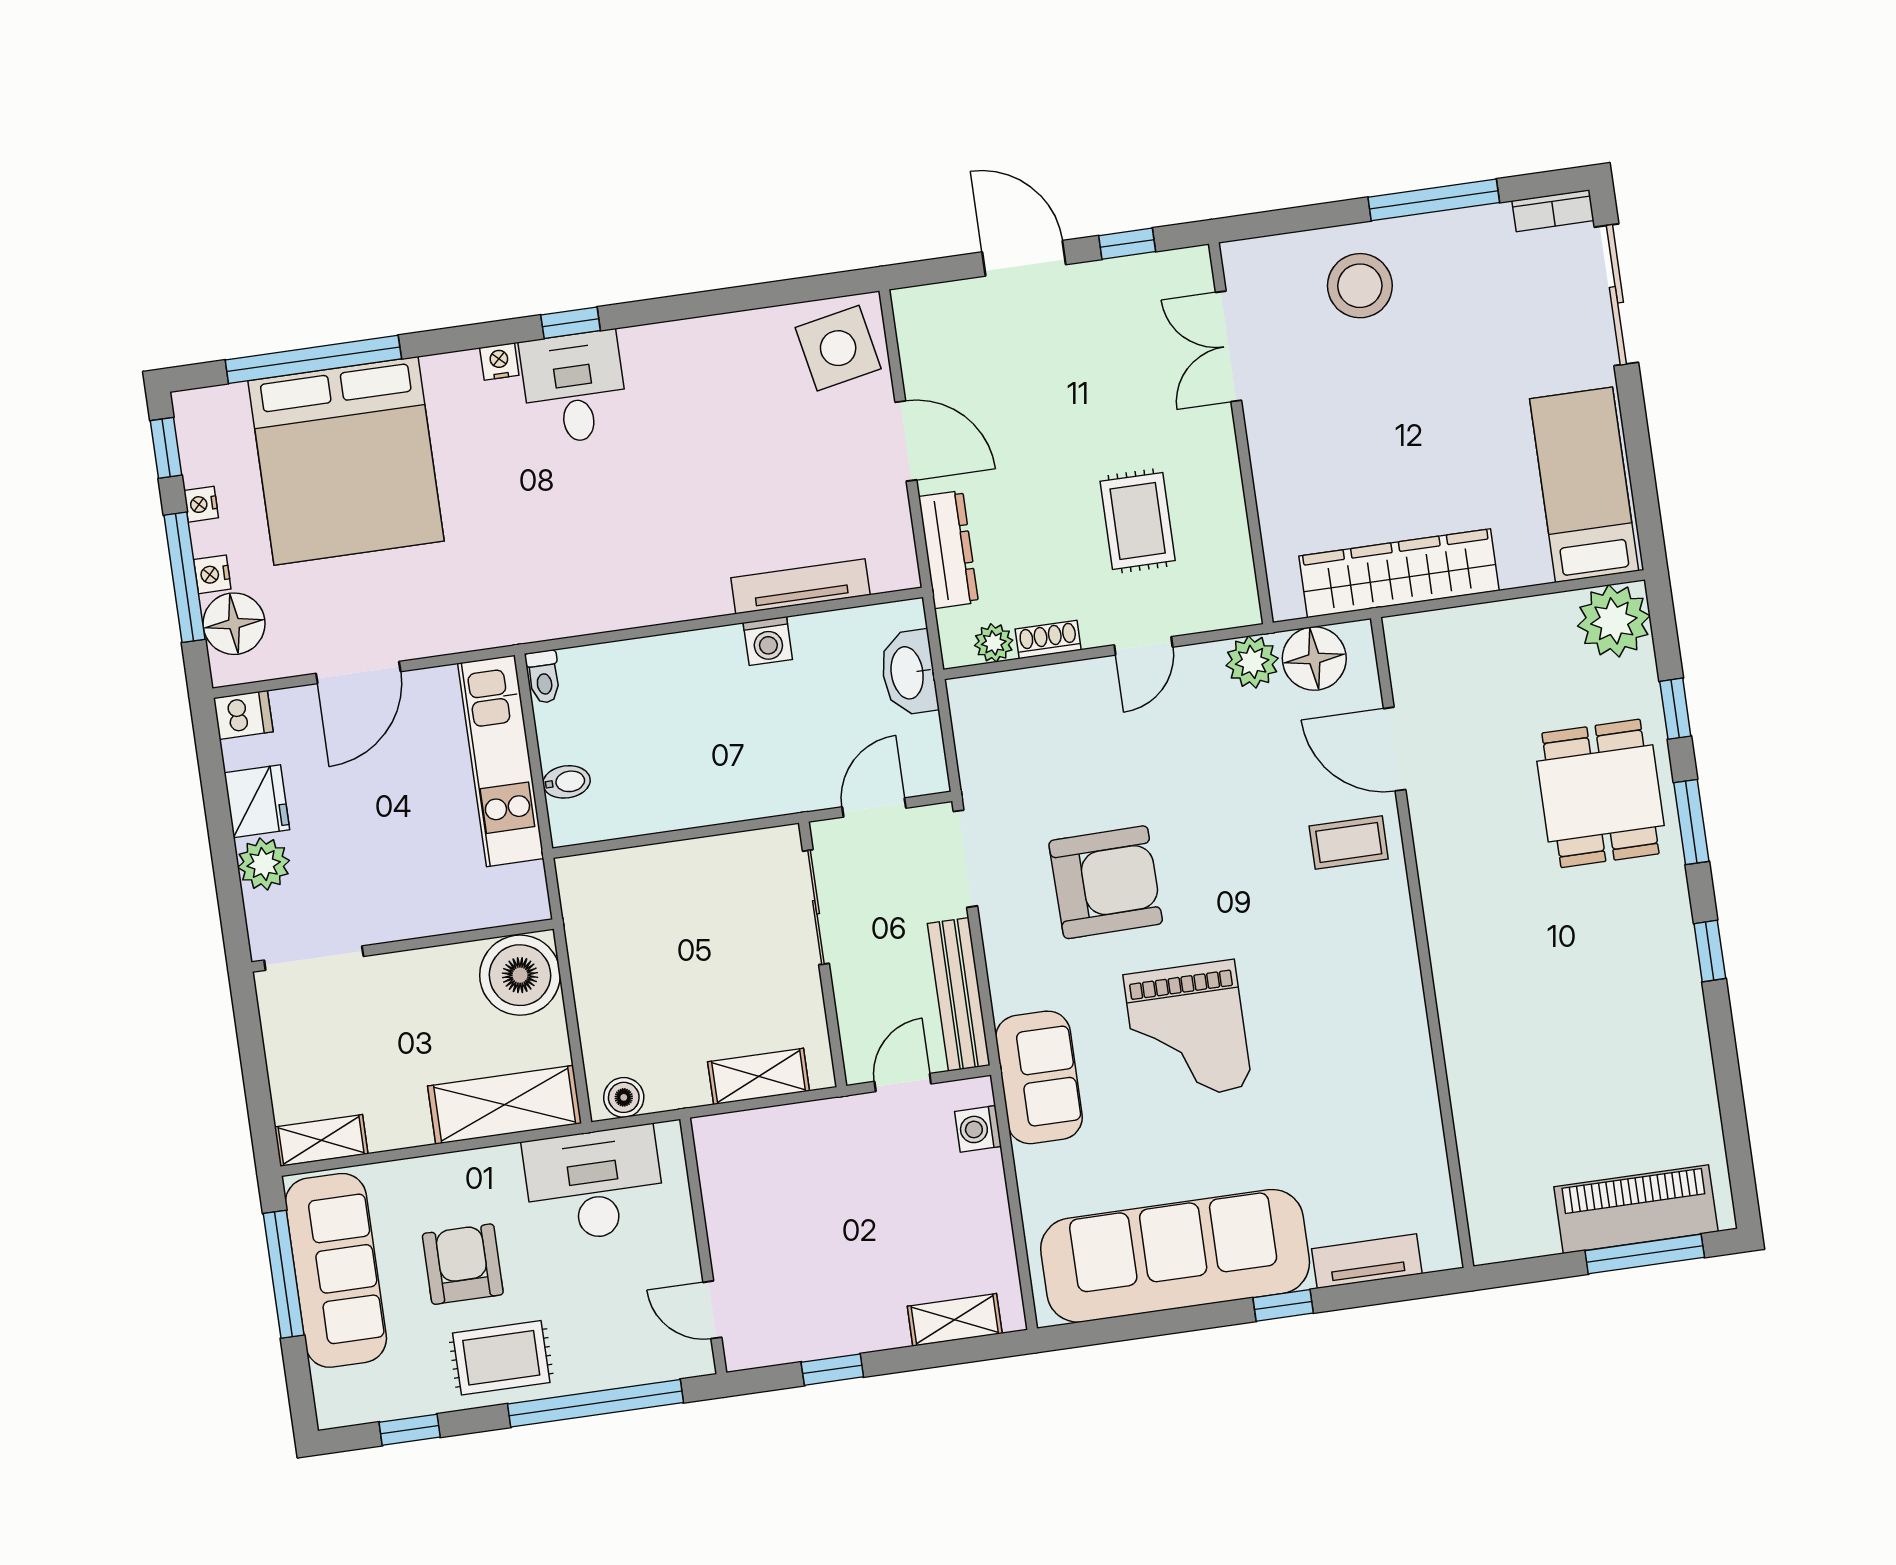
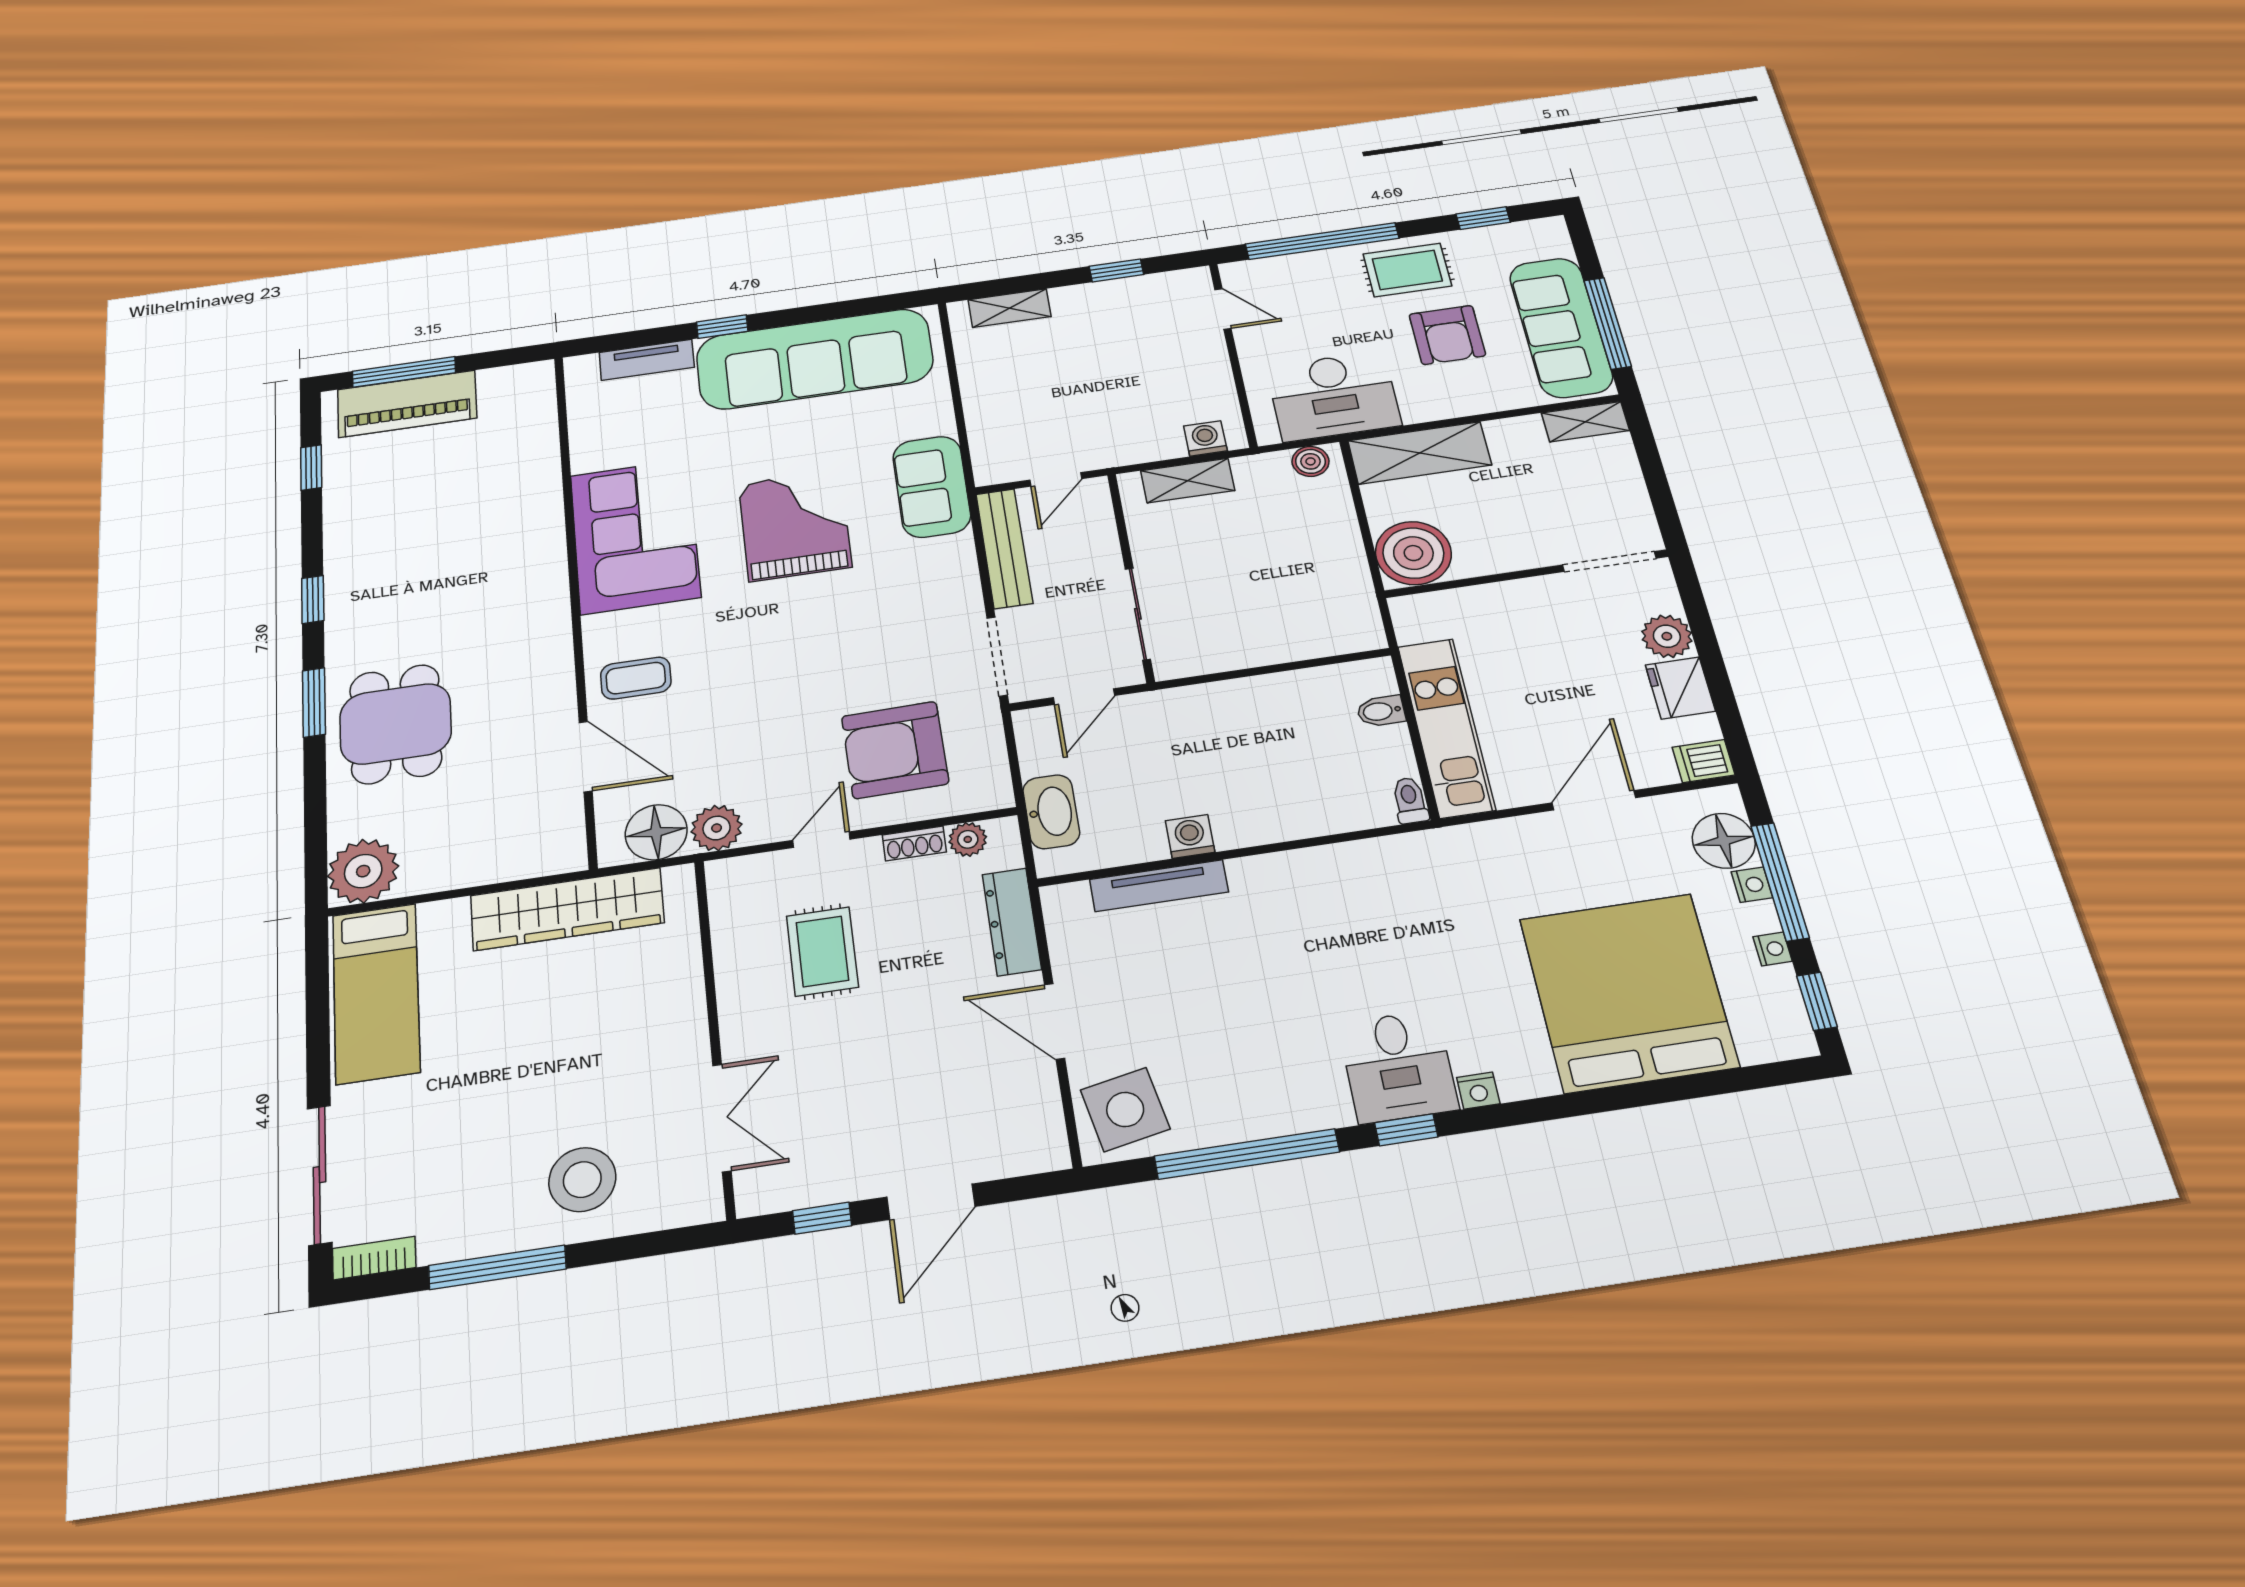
door: (1024, 258) -> (931, 1202), hinge flipped
window: (313, 359) -> (1247, 1154), moved
window: (1675, 709) -> (311, 468), moved
armchair: (1106, 882) -> (895, 750), moved
corner sofa: (1363, 1023) -> (635, 536), added
washing machine: (978, 1129) -> (1205, 438), moved, turned -90

